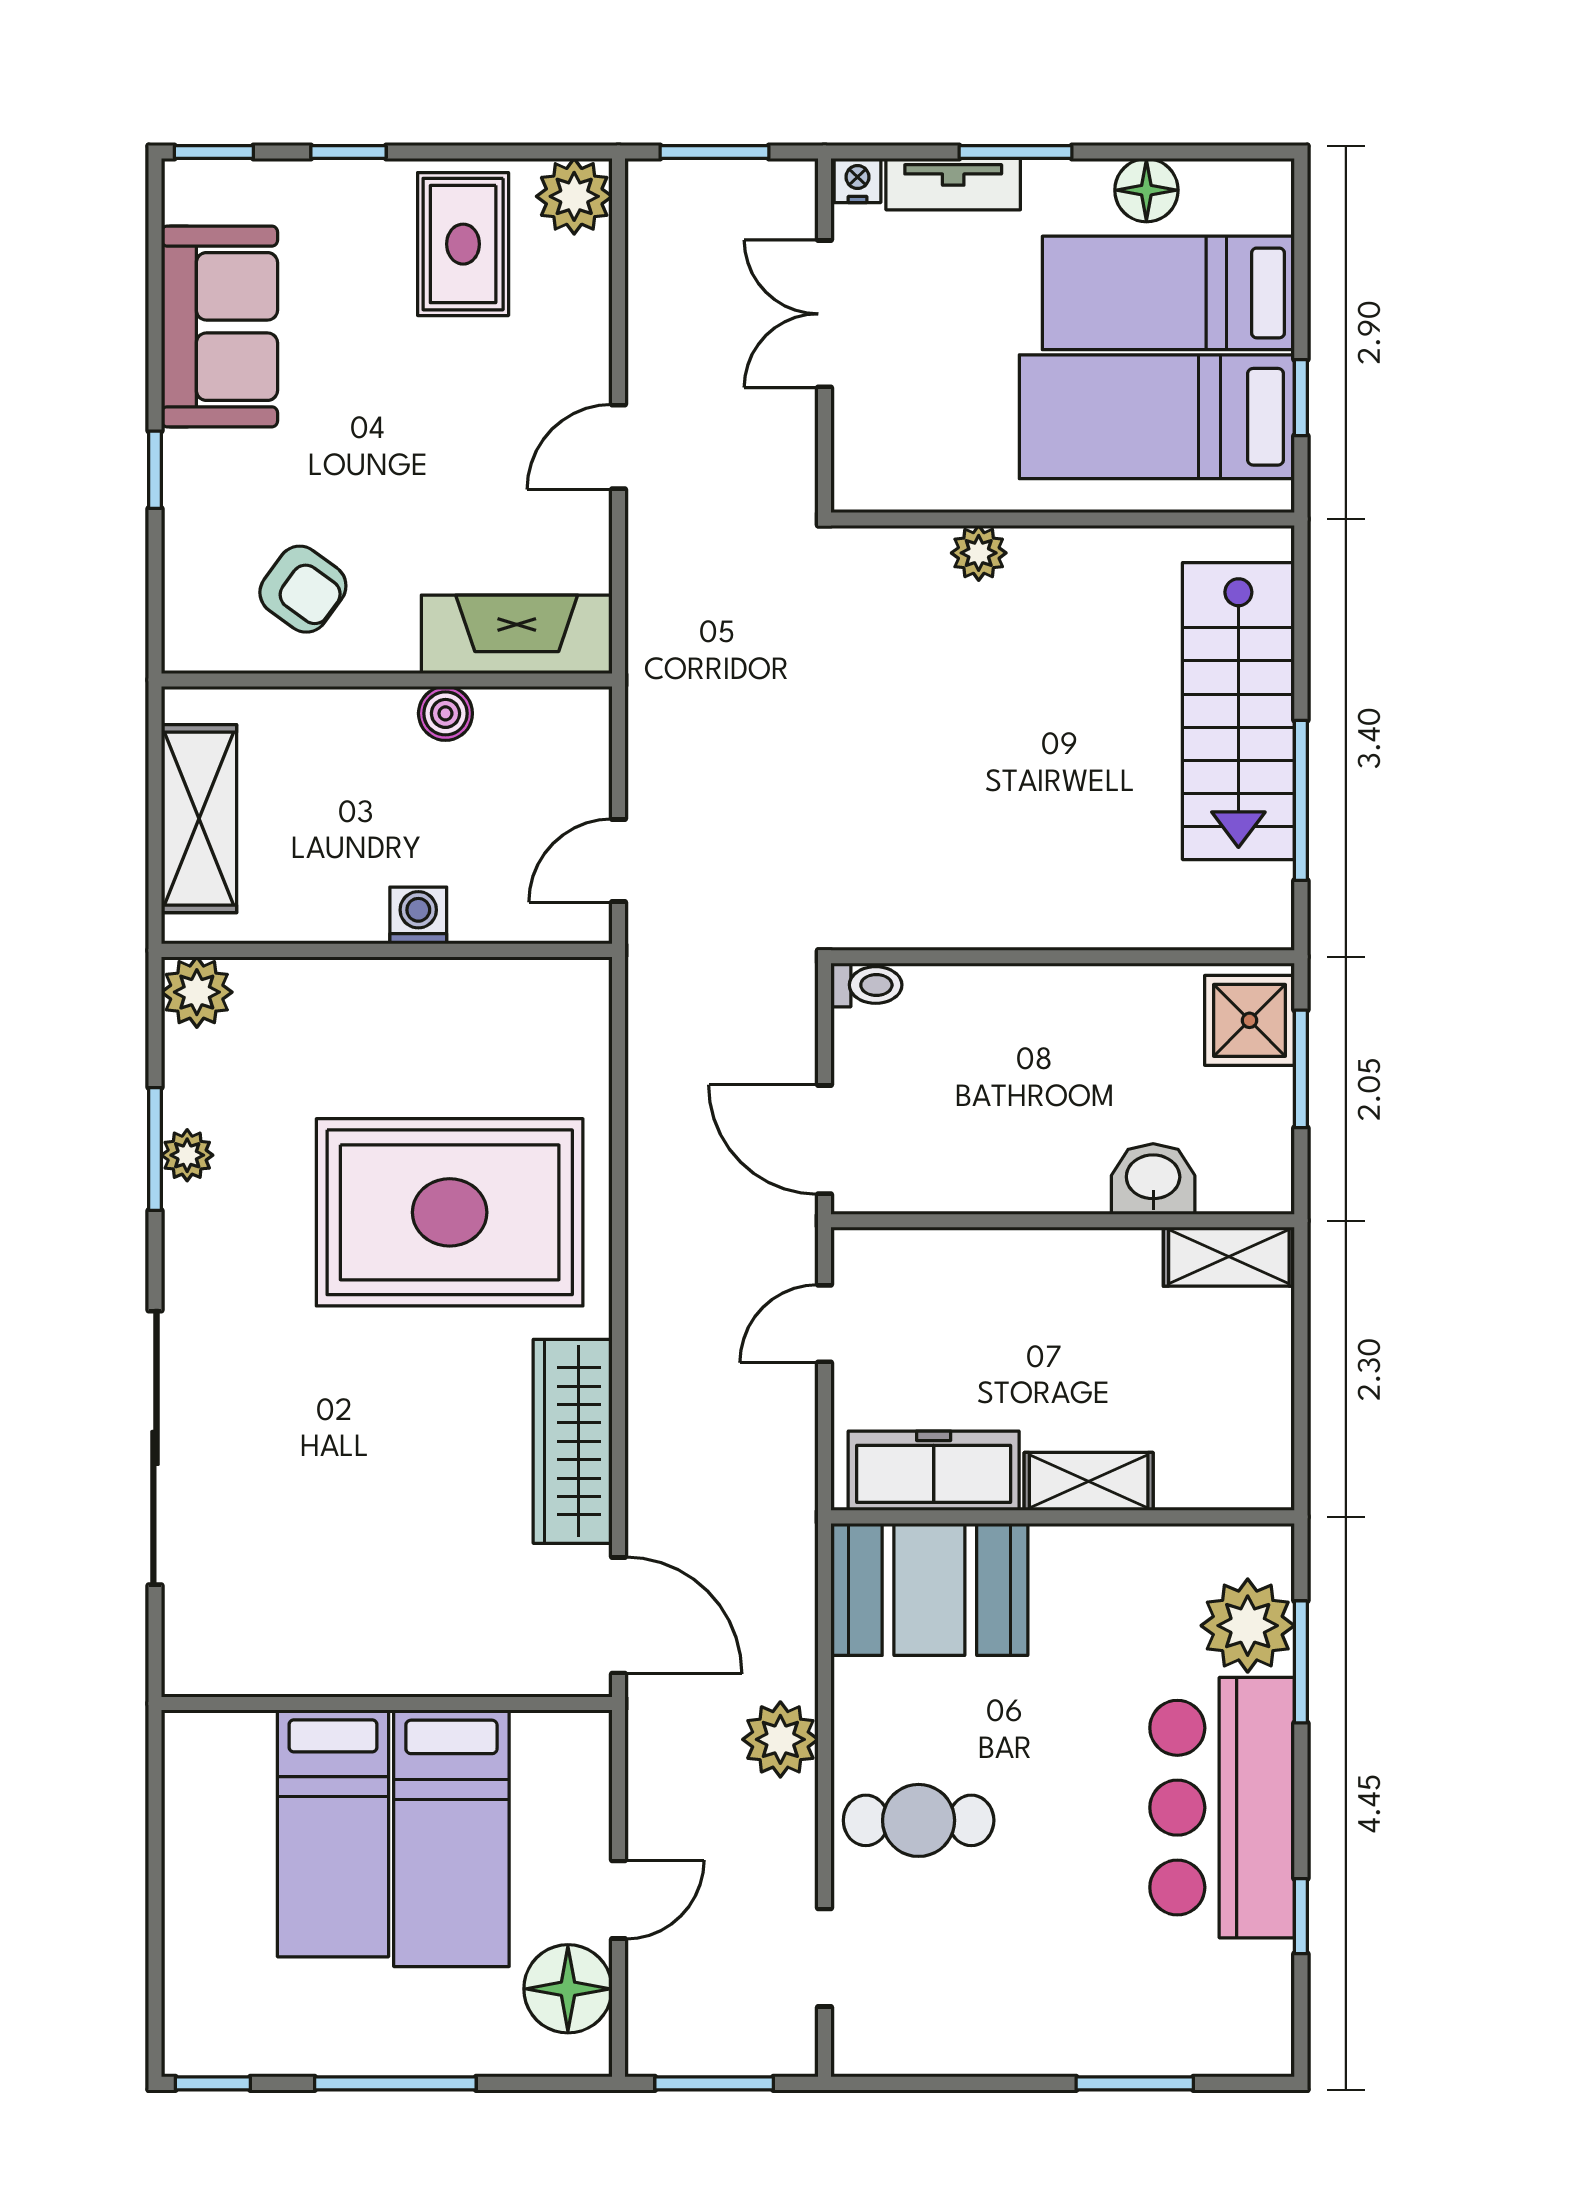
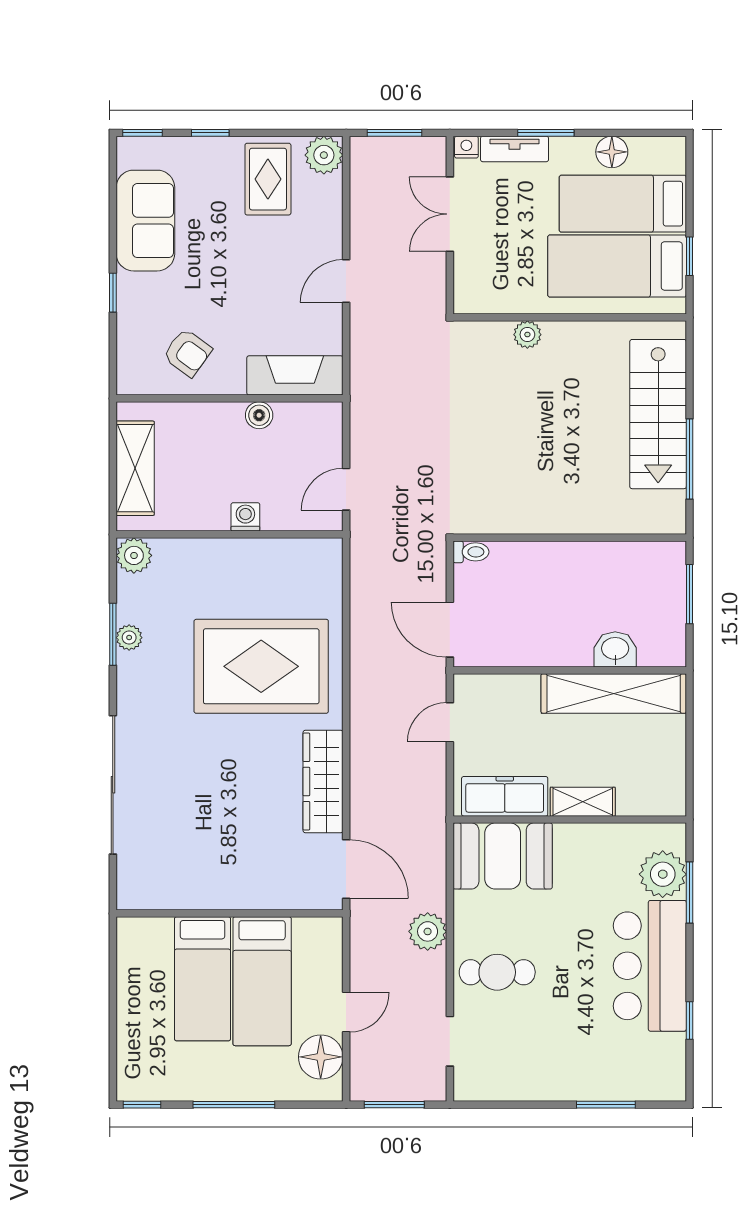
shower: (1249, 1020) -> (664, 570), removed
shelving: (1229, 1257) -> (614, 694), width x2.20, depth x1.33

